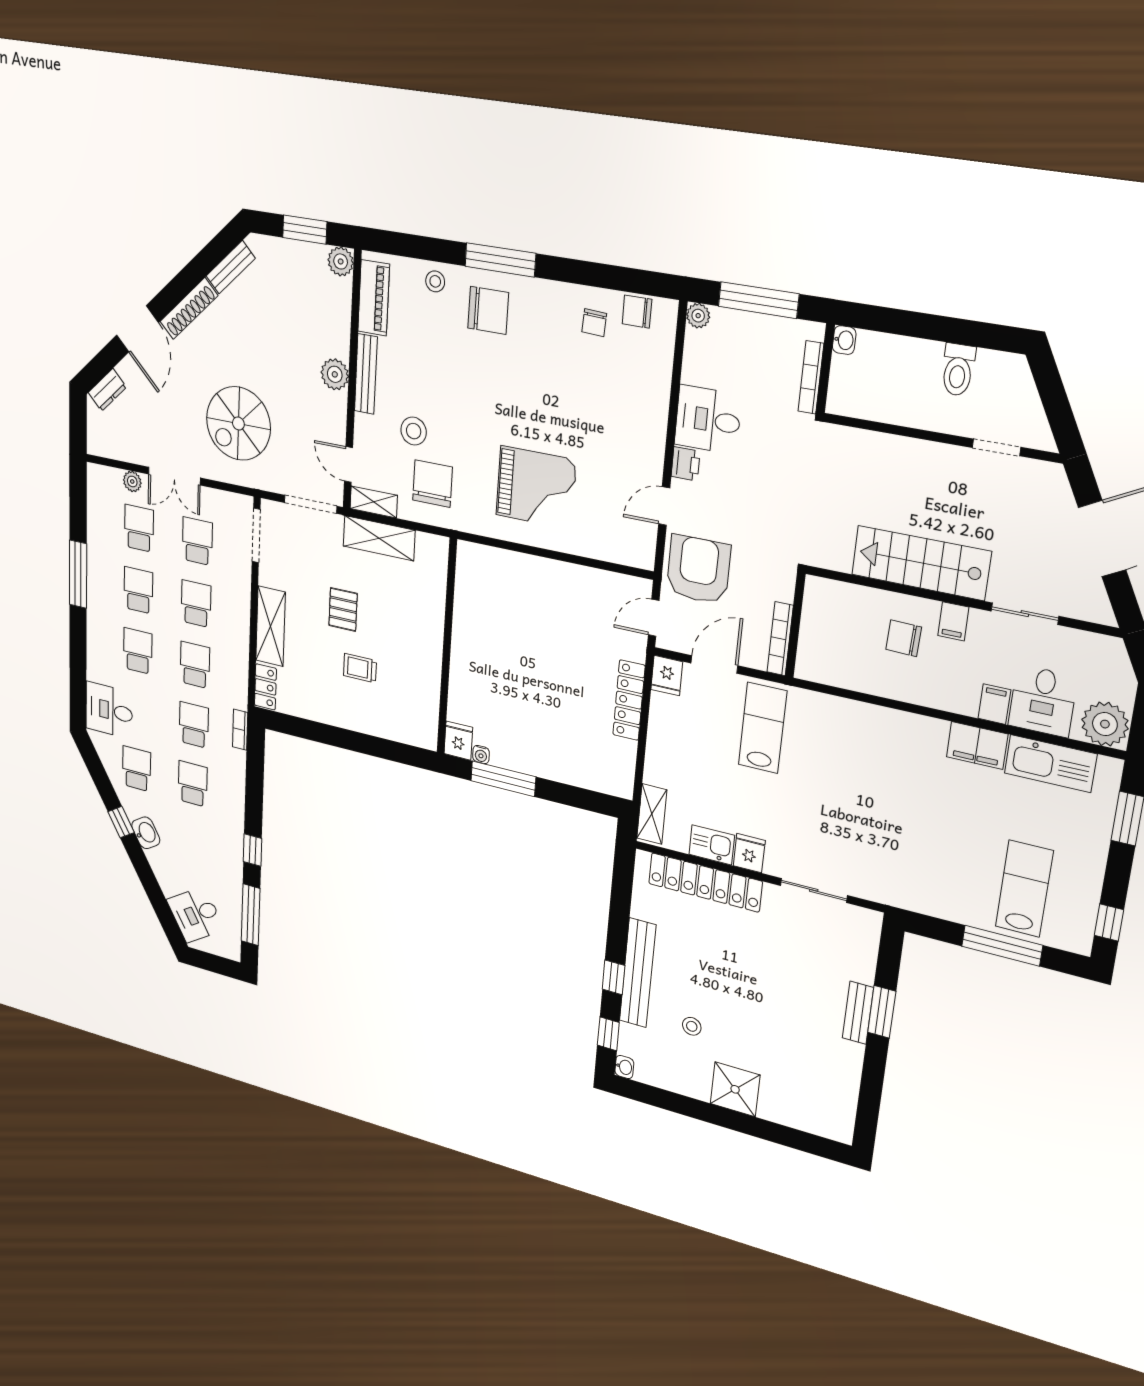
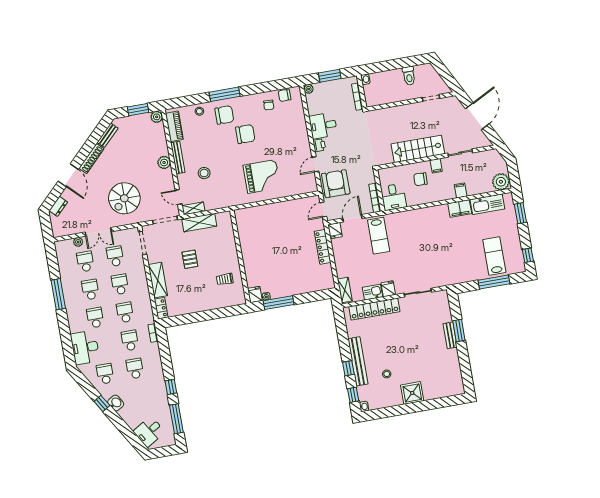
window: (759, 300) -> (330, 76), width x0.69
chair: (433, 484) -> (245, 134), moved, turned 90
trolley: (360, 668) -> (225, 279), moved
desk: (1043, 701) -> (393, 197), moved
desk: (109, 710) -> (85, 347), width x1.37
lab bench: (763, 728) -> (379, 236), turned 180

